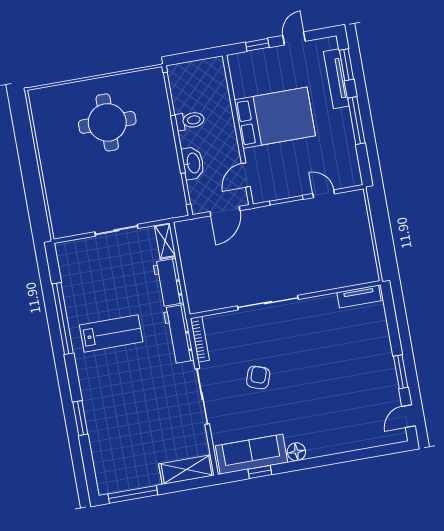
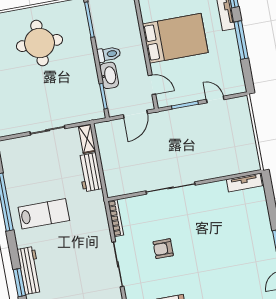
toilet: (190, 121) -> (109, 54), moved
door: (246, 175) -> (152, 85), swing flipped
workbench: (179, 334) -> (30, 270), moved, turned 180
armchair: (258, 377) -> (163, 249), turned -109

